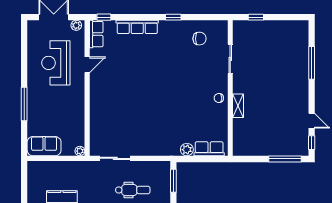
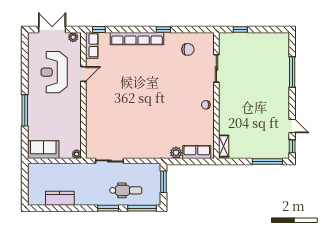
row of seats: (137, 27) -> (137, 39), width x1.36
shelving: (238, 106) -> (224, 146), moved

